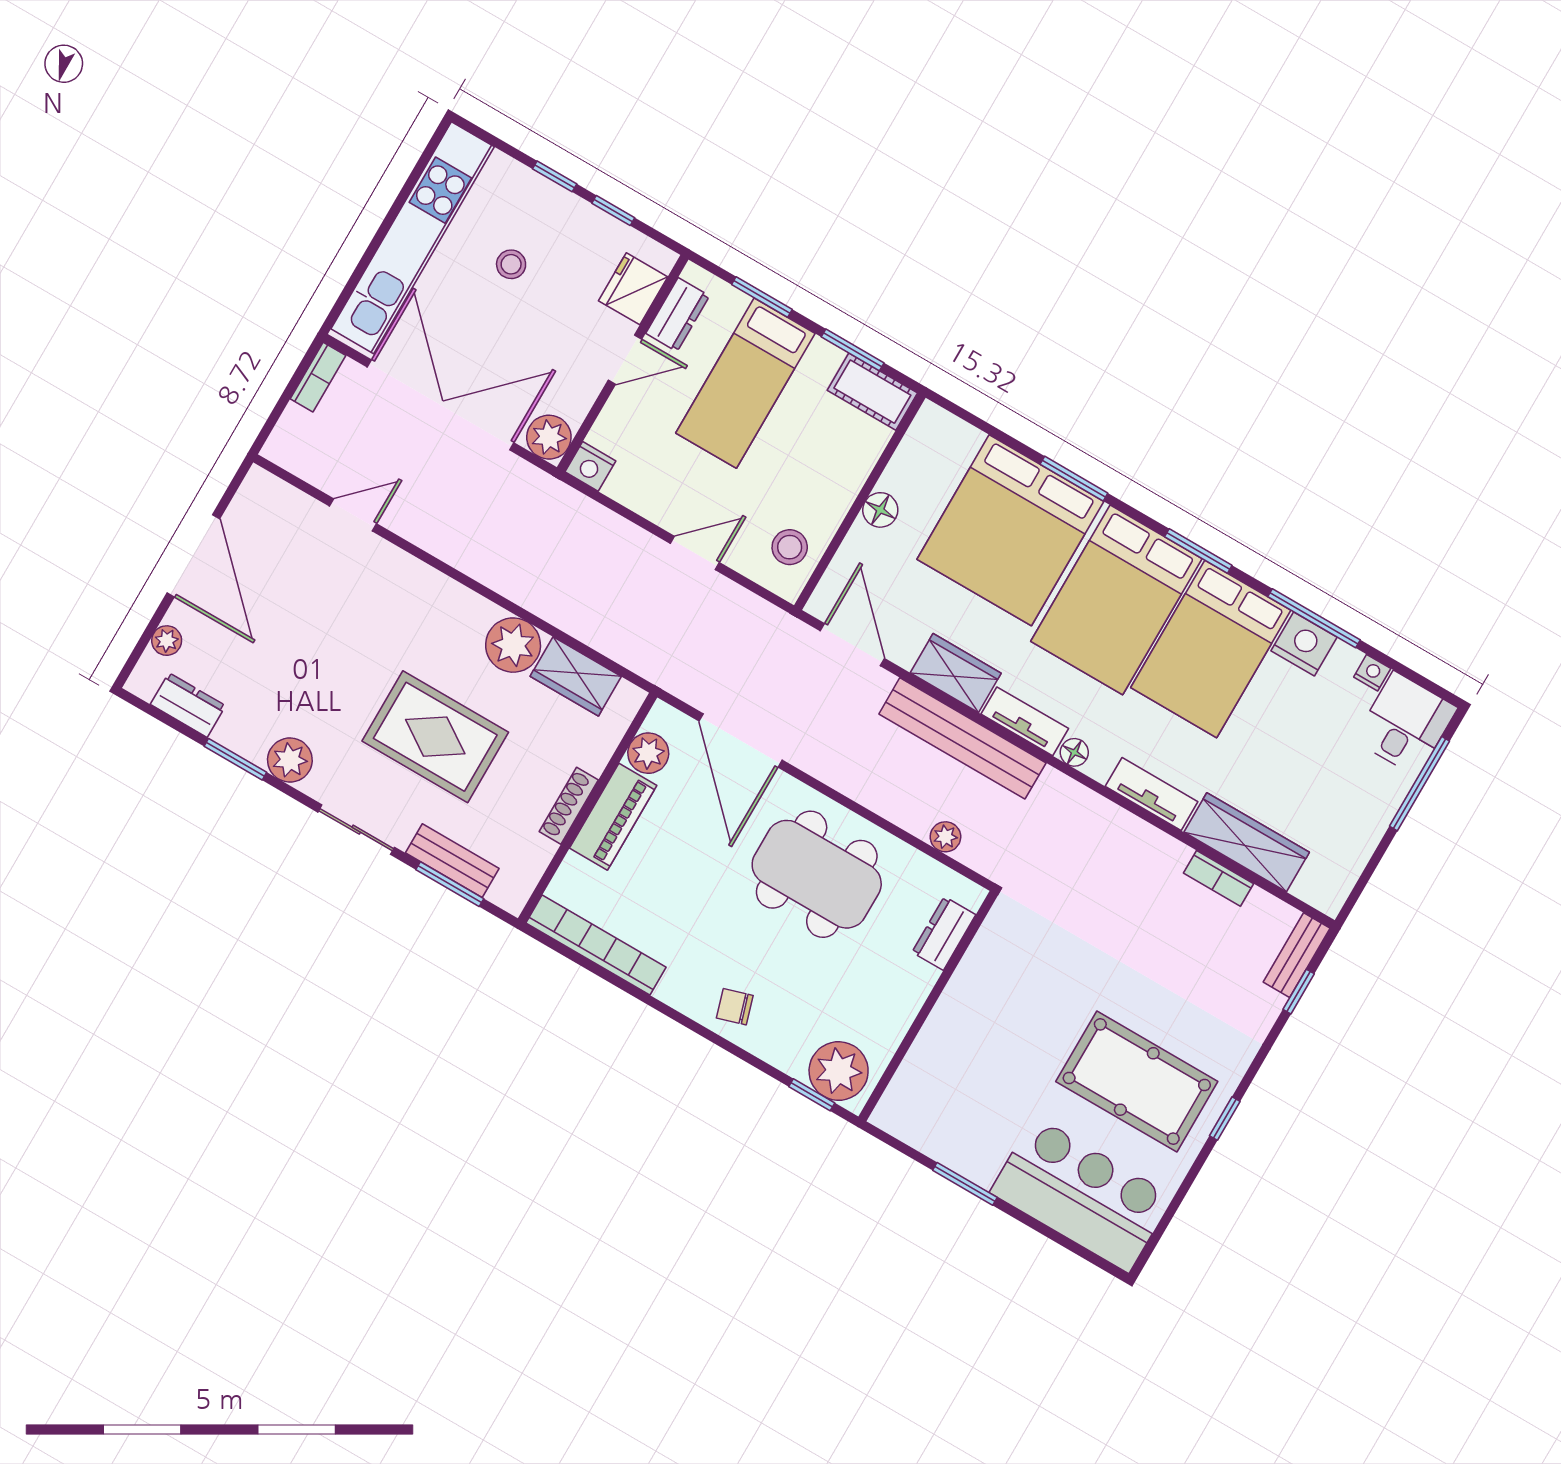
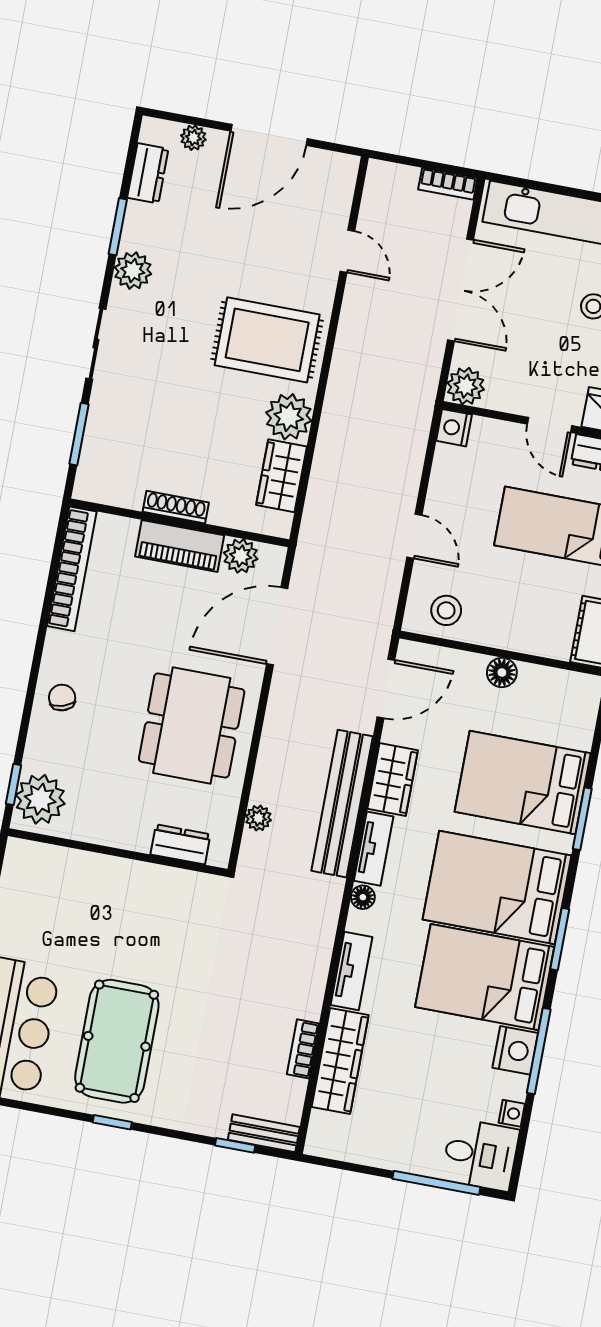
double door: (441, 405) -> (460, 290), width x0.73
bed: (1010, 530) -> (523, 783), width x0.73
rug: (435, 737) -> (267, 340), moved, turned 90
bench: (452, 861) -> (99, 429), removed

